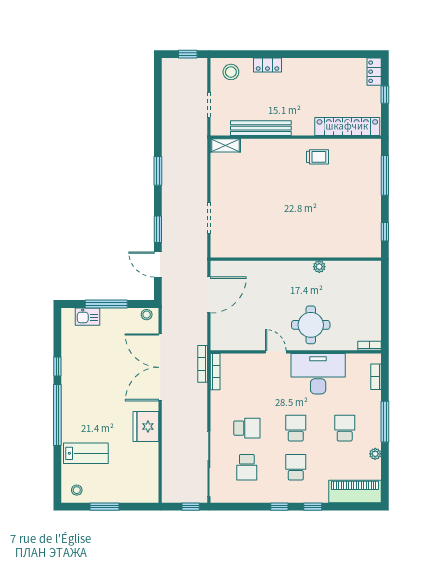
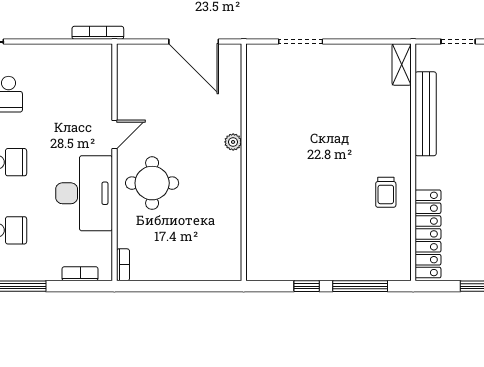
window: (385, 232) -> (307, 286), moved
plant: (319, 267) -> (233, 142), moved
bookcase: (215, 372) -> (87, 50), removed

